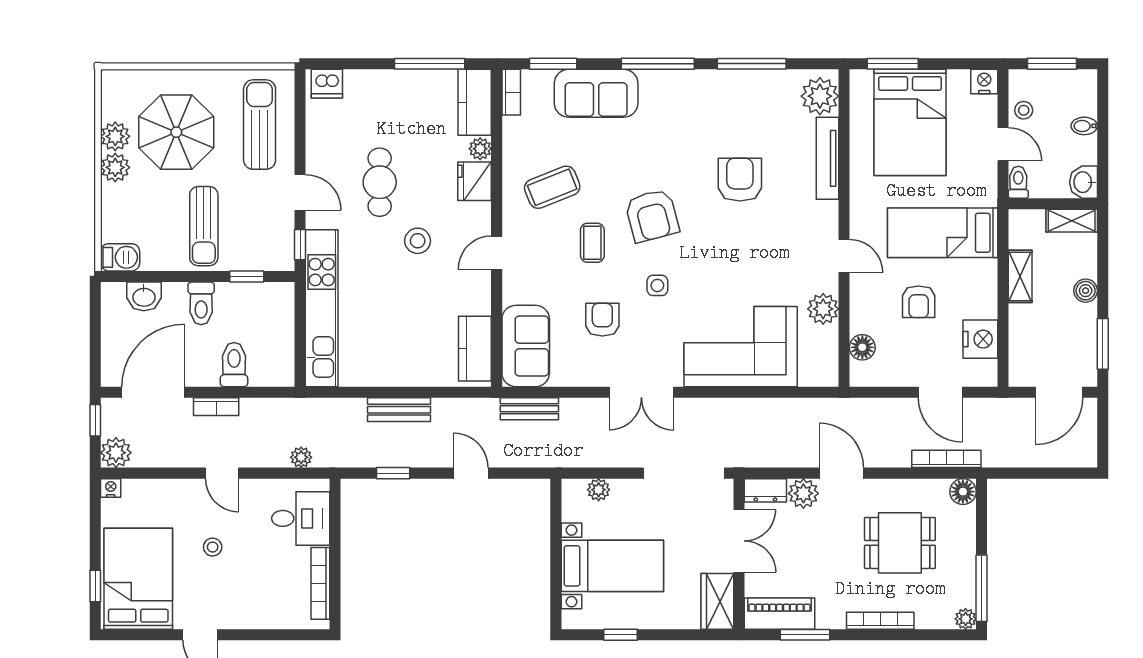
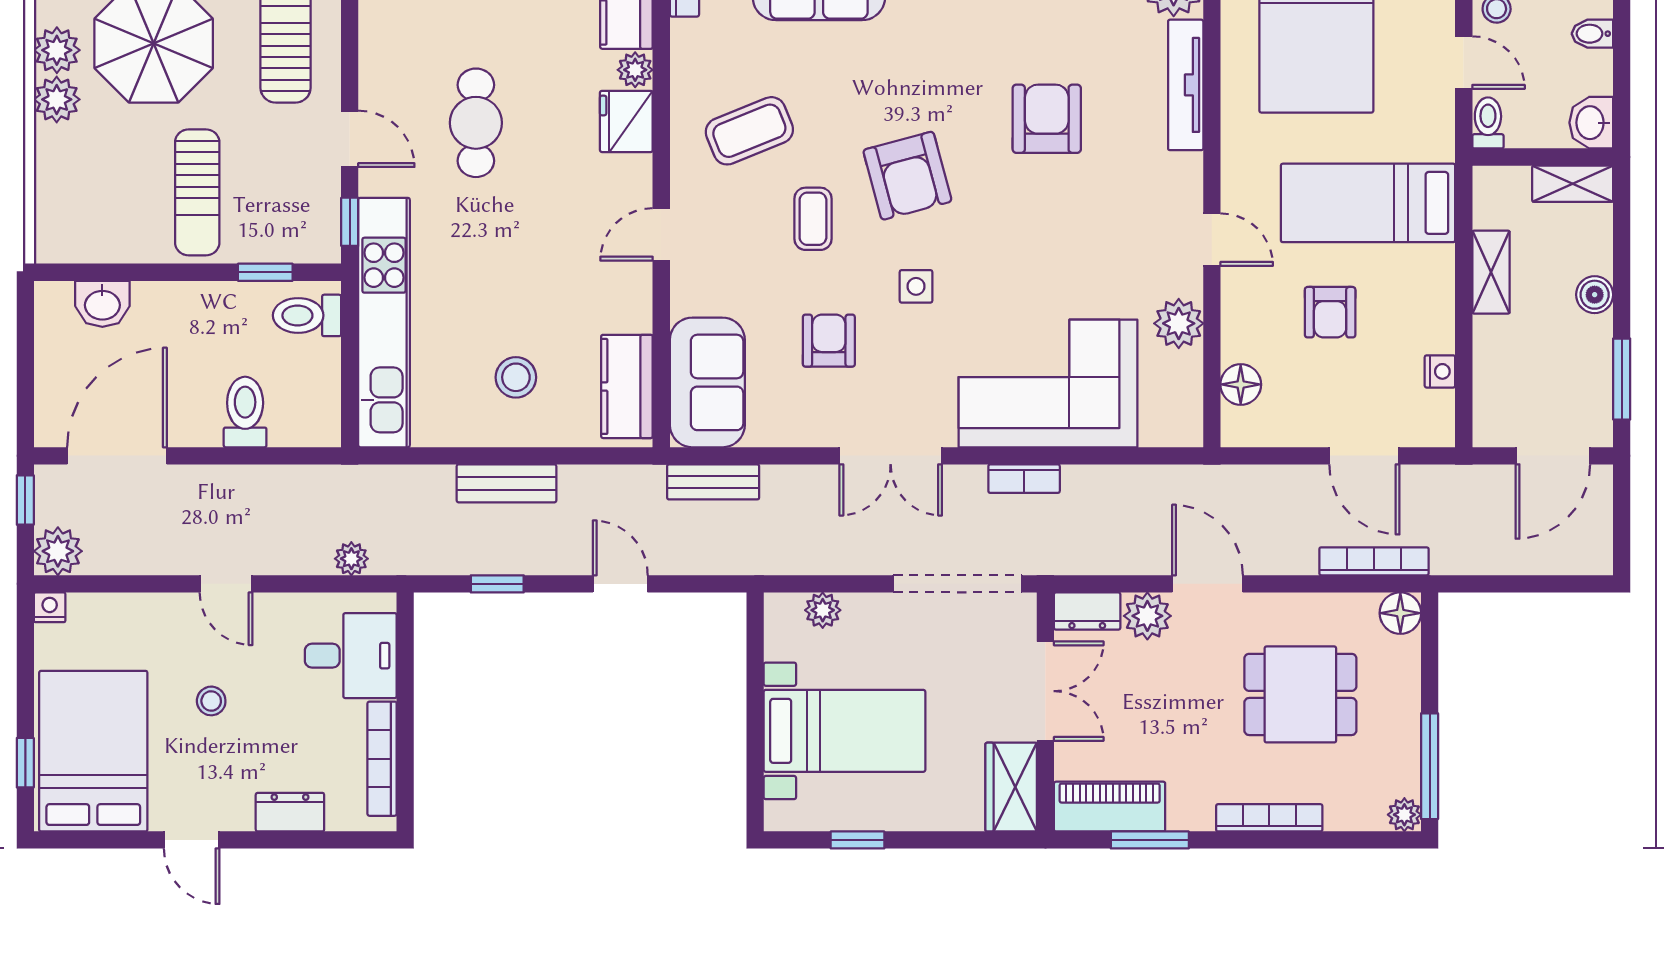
stool: (418, 241) -> (516, 377), moved
barbecue: (120, 257) -> (65, 242), removed
toilet: (201, 303) -> (307, 315), moved, turned 90
nightstand: (980, 339) -> (1440, 371), width x0.53, depth x0.56
bookcase: (216, 407) -> (1024, 479), moved
dresser: (262, 617) -> (290, 812), added

